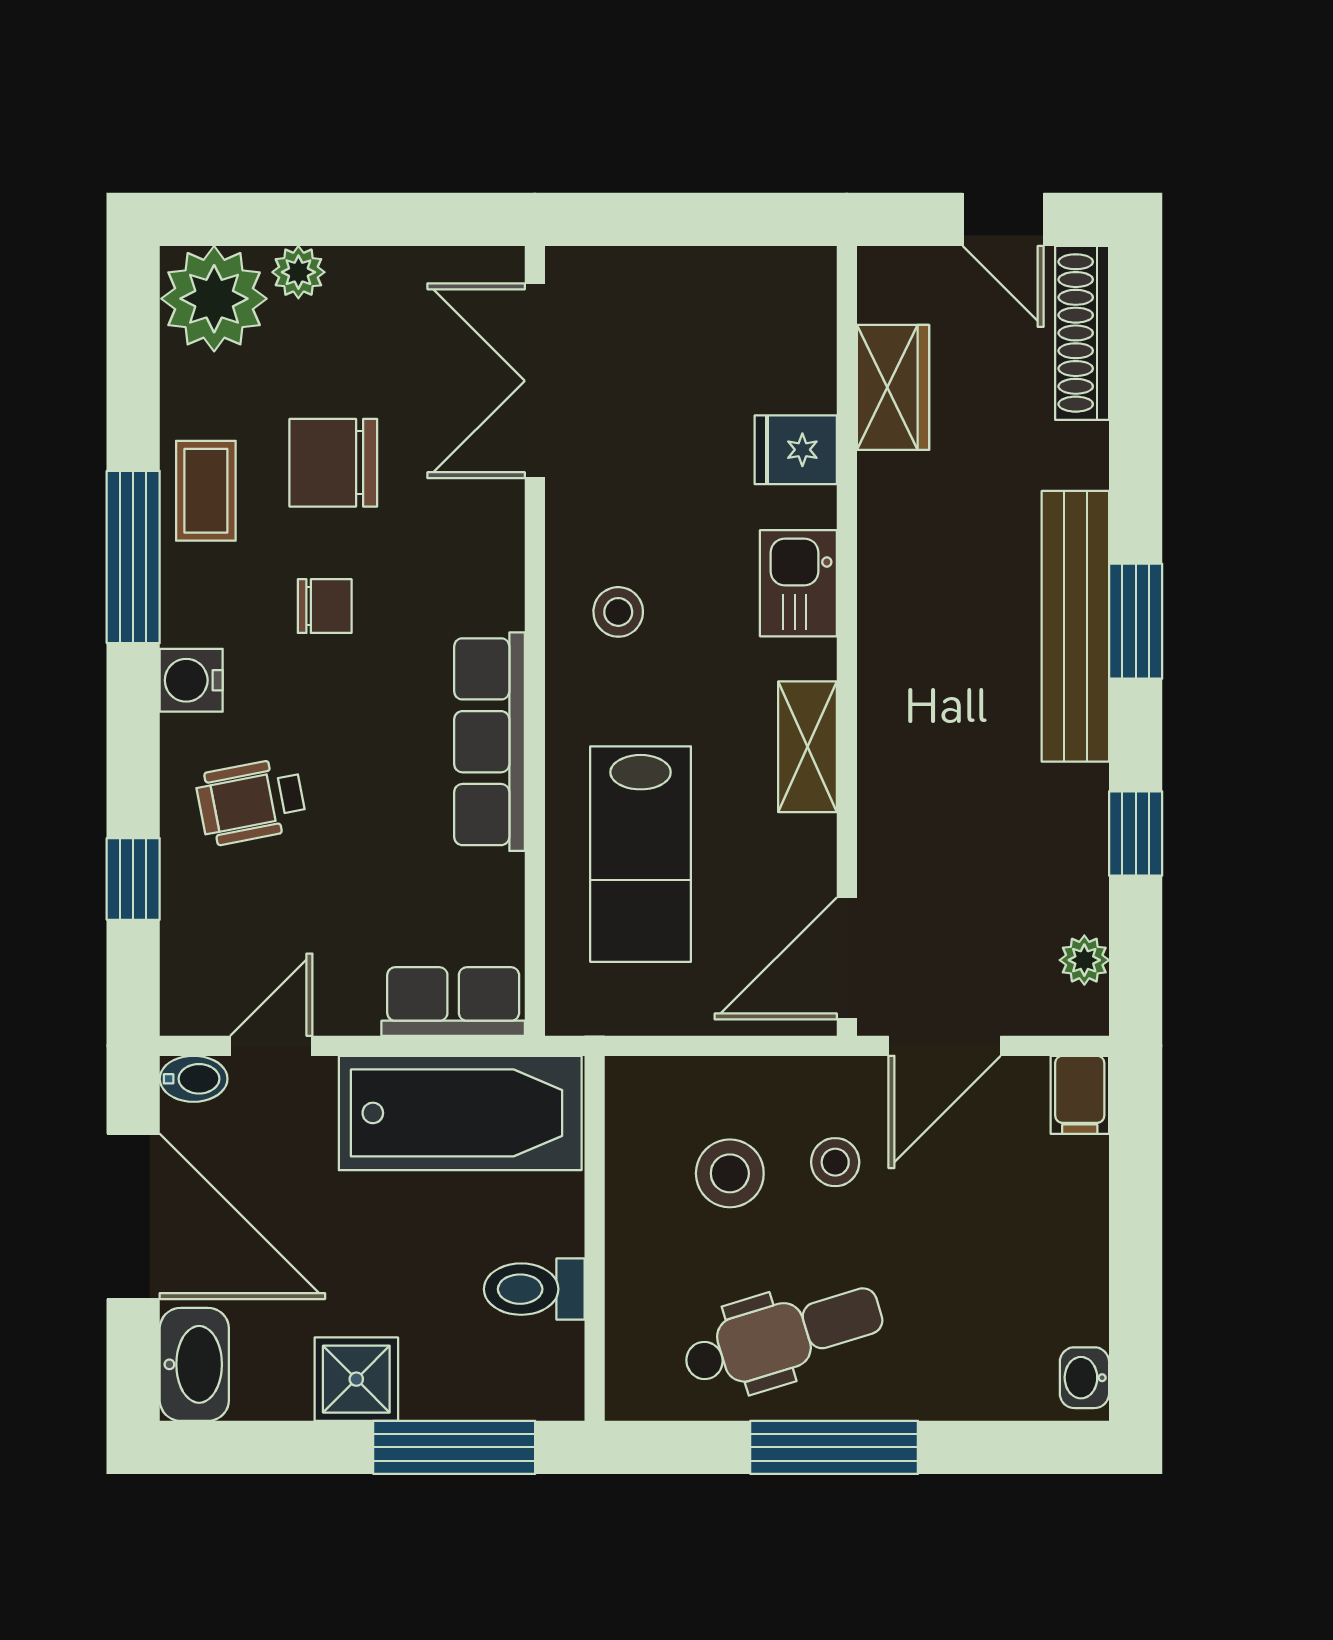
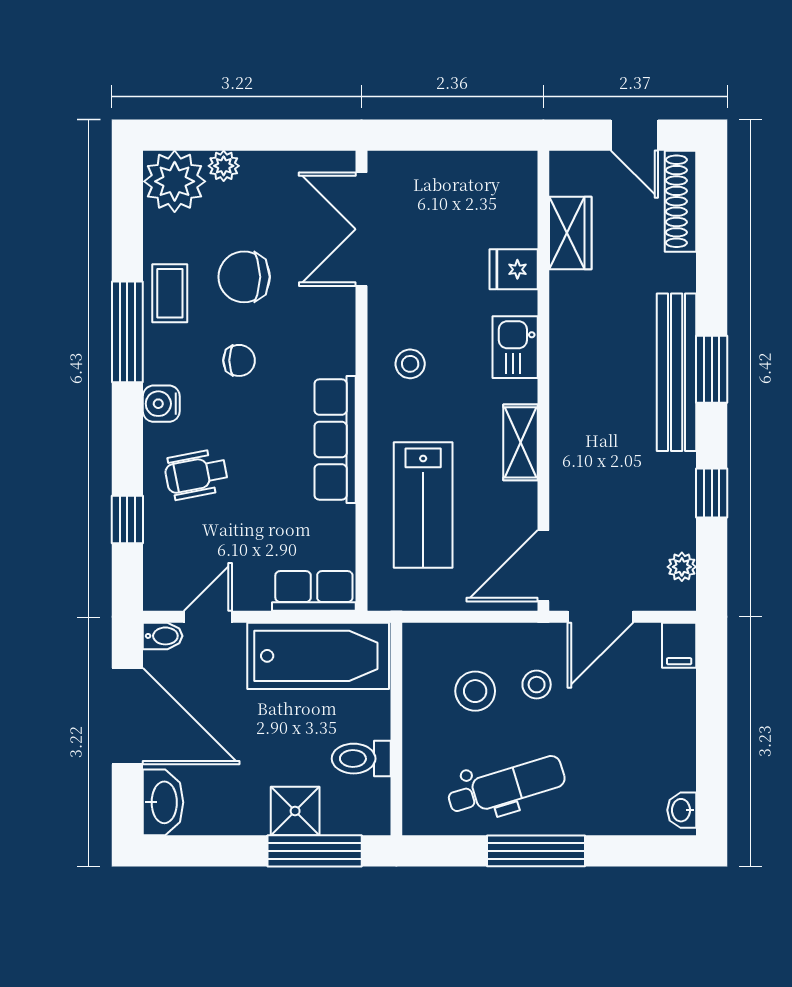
shower: (356, 1379) -> (295, 811), moved

